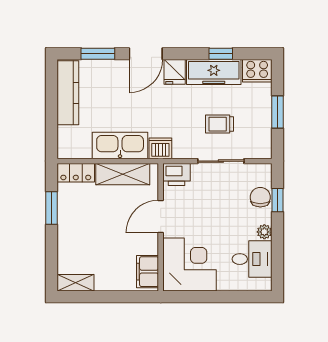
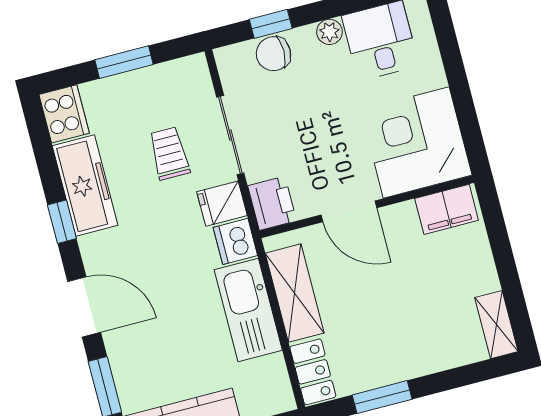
window: (221, 54) -> (62, 222), moved
fridge: (175, 72) -> (222, 204), moved, turned 180
trolley: (220, 124) -> (169, 153), turned 180

